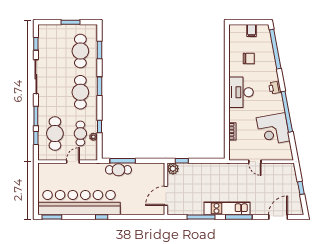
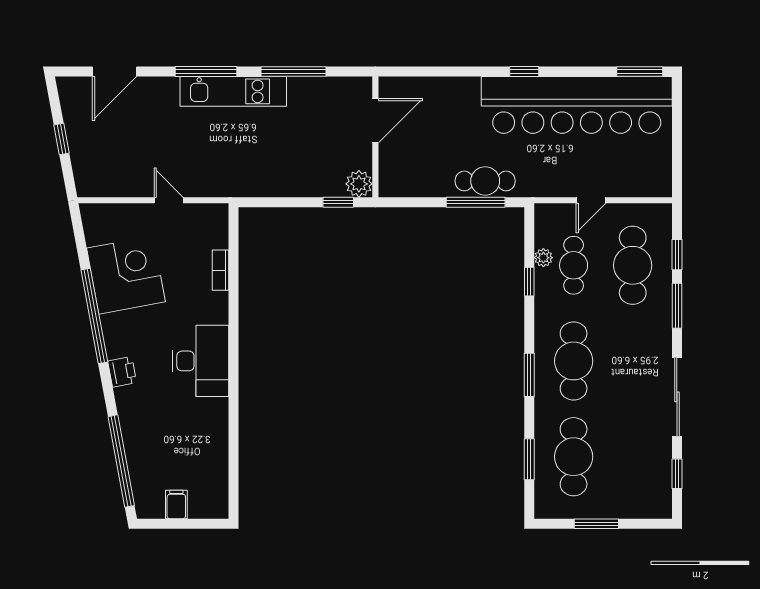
chair: (249, 59) -> (183, 439), removed

